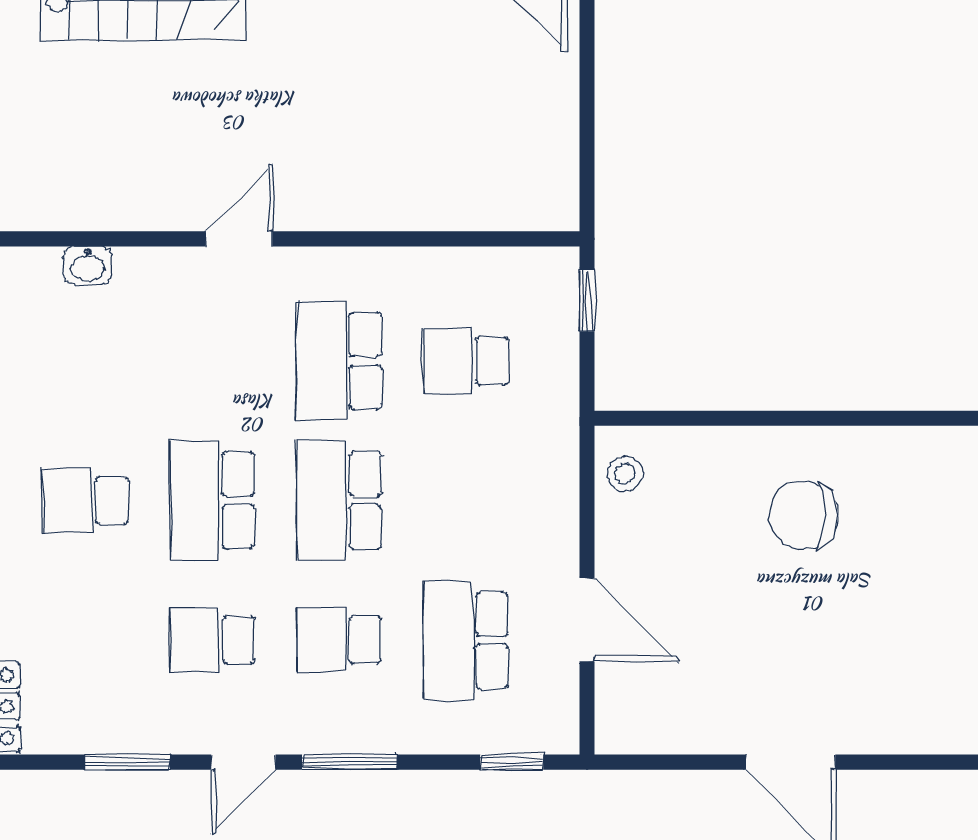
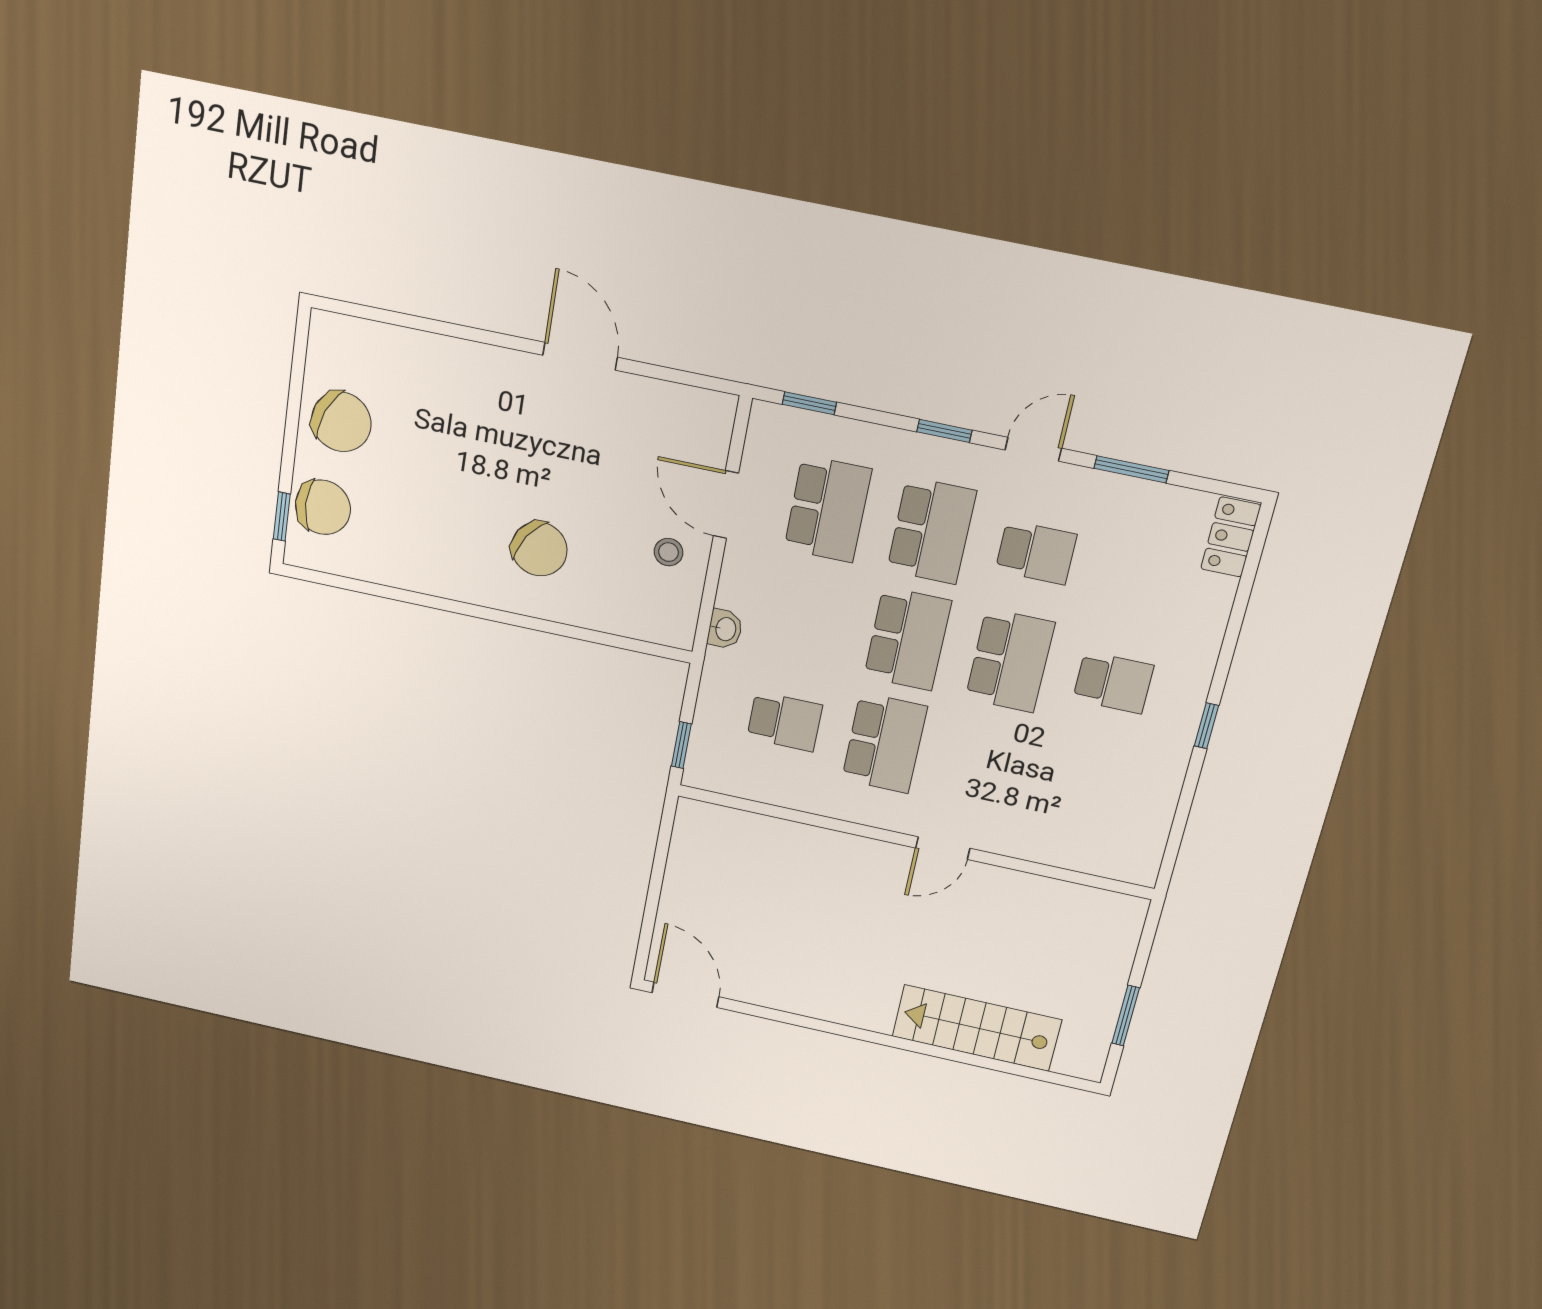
washbasin: (88, 266) -> (725, 629), moved, turned 90
stool: (625, 474) -> (668, 552), moved
chair: (804, 515) -> (539, 549), turned 33
school desk: (339, 640) -> (931, 531), width x1.85
window: (350, 762) -> (944, 431), width x0.67

